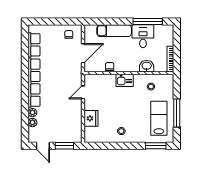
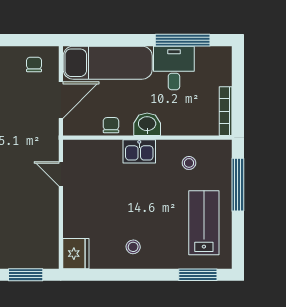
exam couch: (114, 31) -> (108, 63), width x1.36, depth x1.45
washbasin: (147, 66) -> (147, 124), moved
door: (83, 92) -> (61, 174), hinge flipped
window: (177, 113) -> (238, 185), moved
fridge: (91, 118) -> (76, 254), moved

